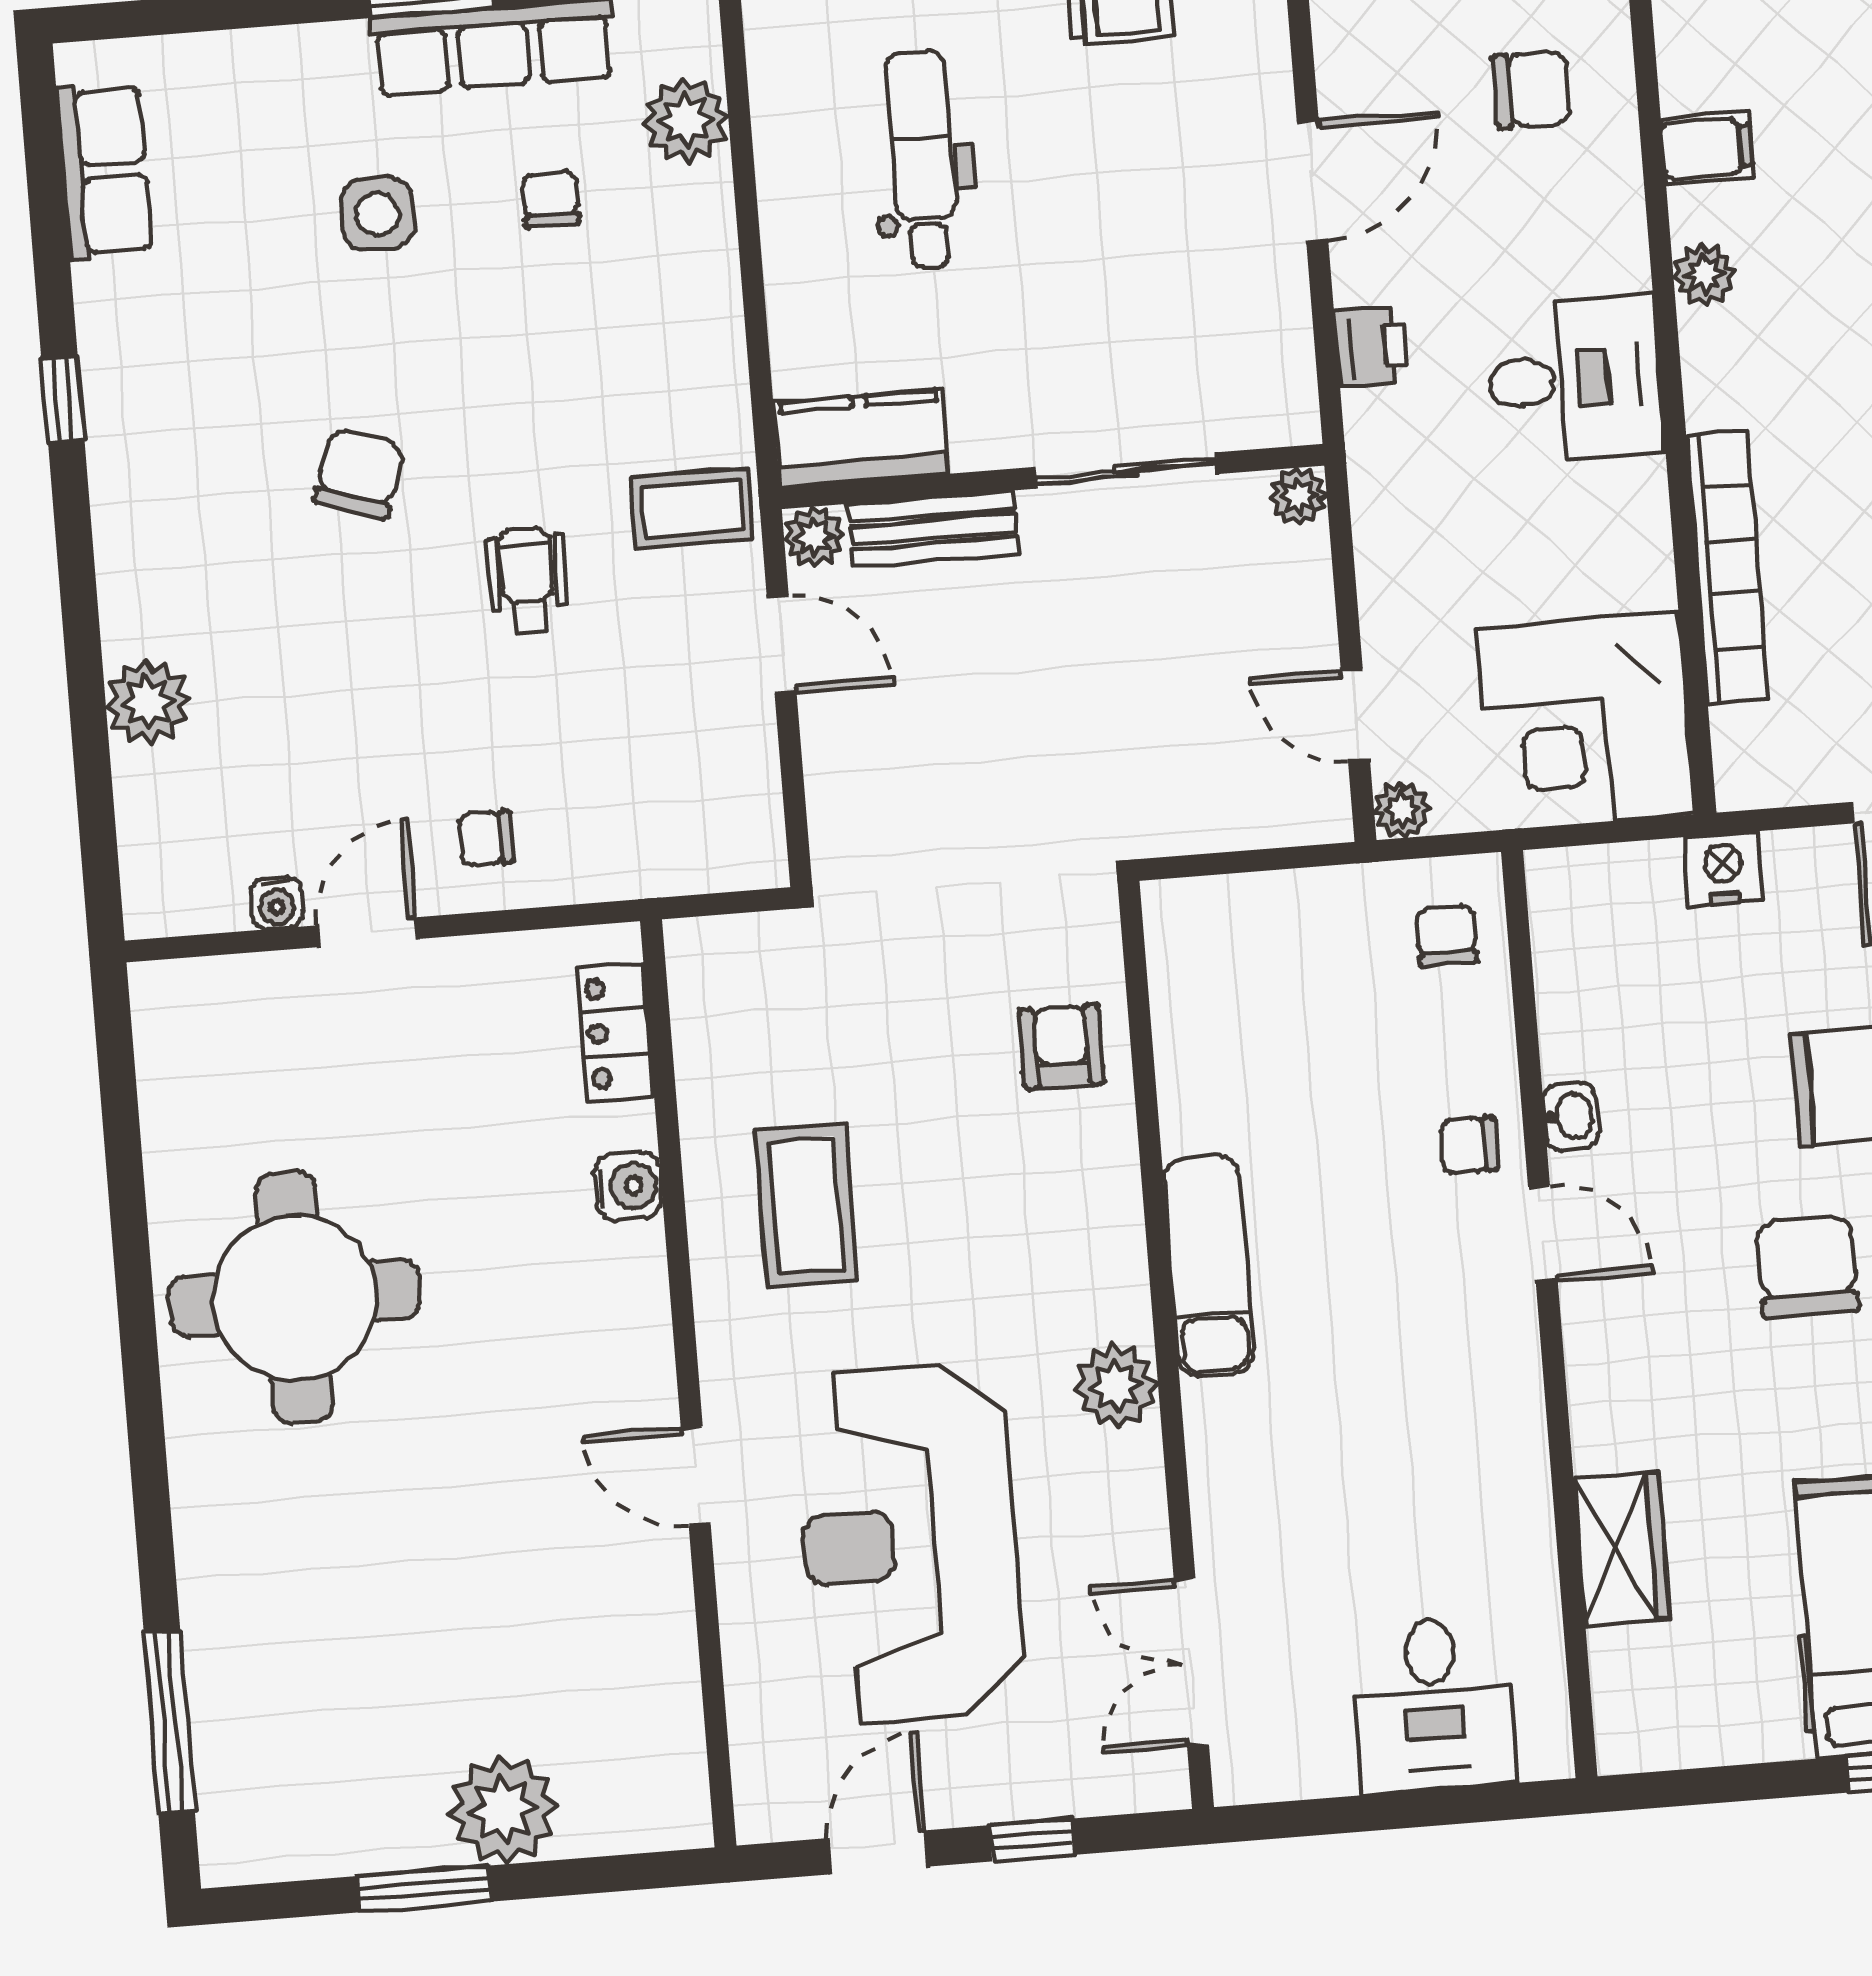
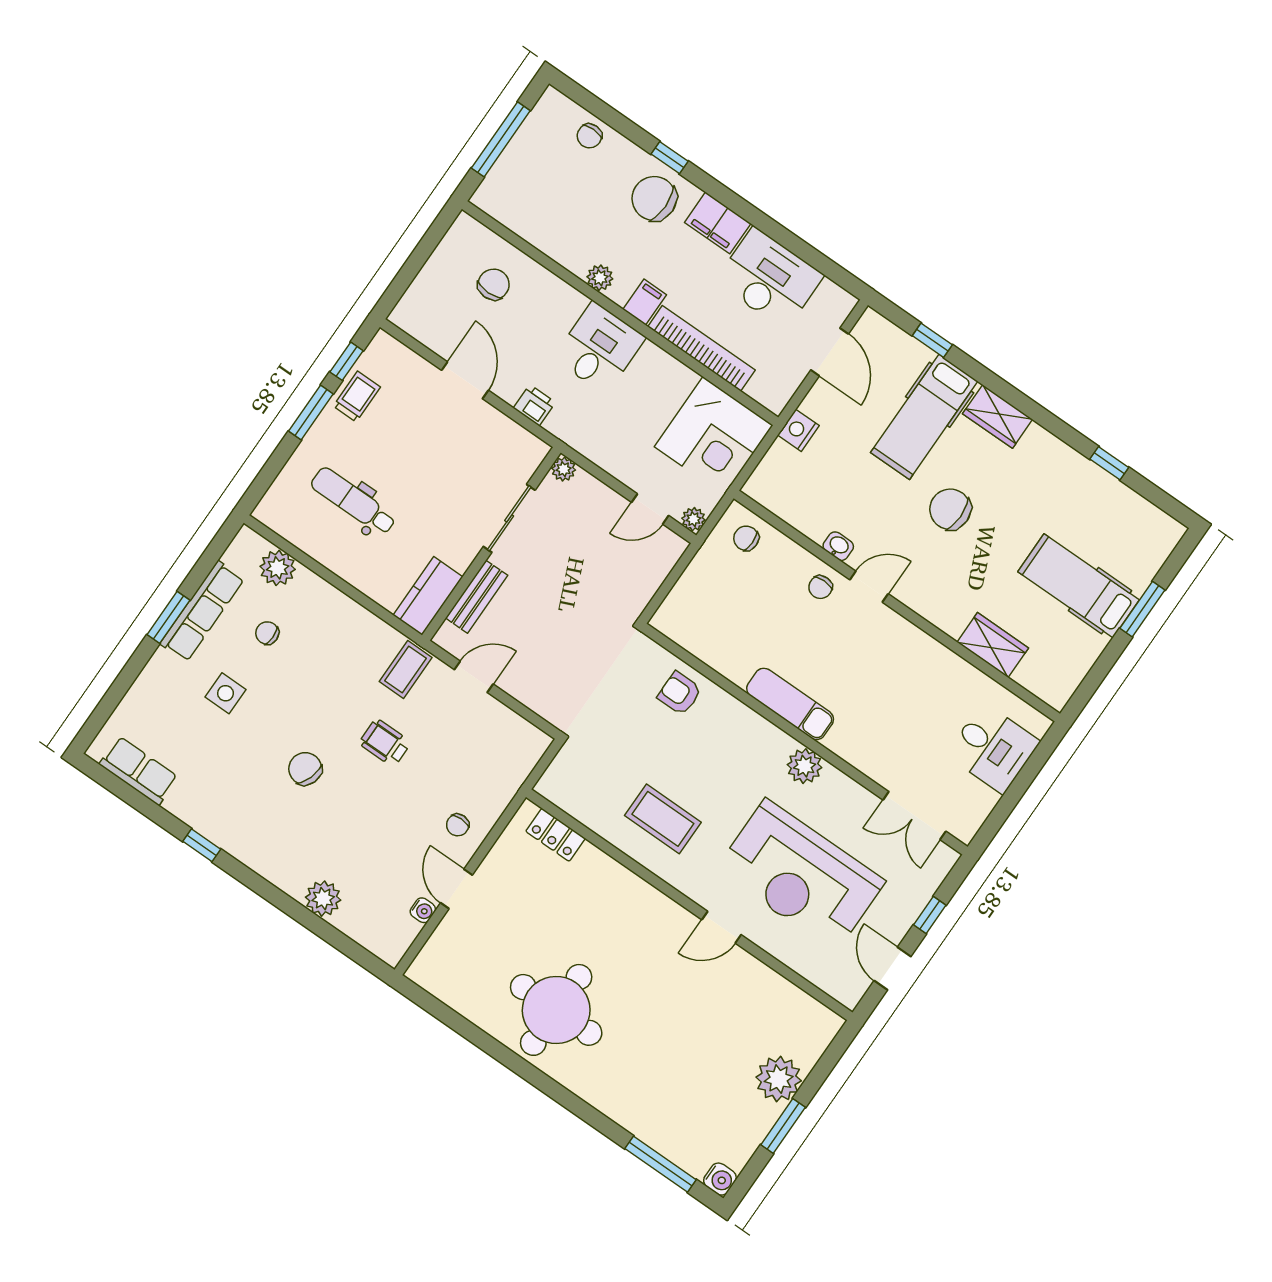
filing cabinet: (1707, 148) -> (645, 302), moved
plant: (814, 537) -> (447, 638), removed
water cooler: (628, 1186) -> (720, 1179), moved, turned 90

